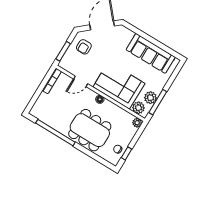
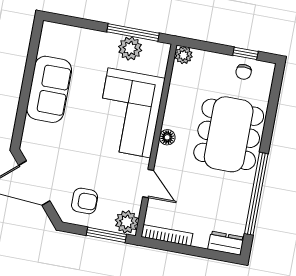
sofa: (151, 53) -> (49, 89), width x0.73
dresser: (37, 108) -> (226, 243), added
plant: (138, 108) -> (127, 222), moved

